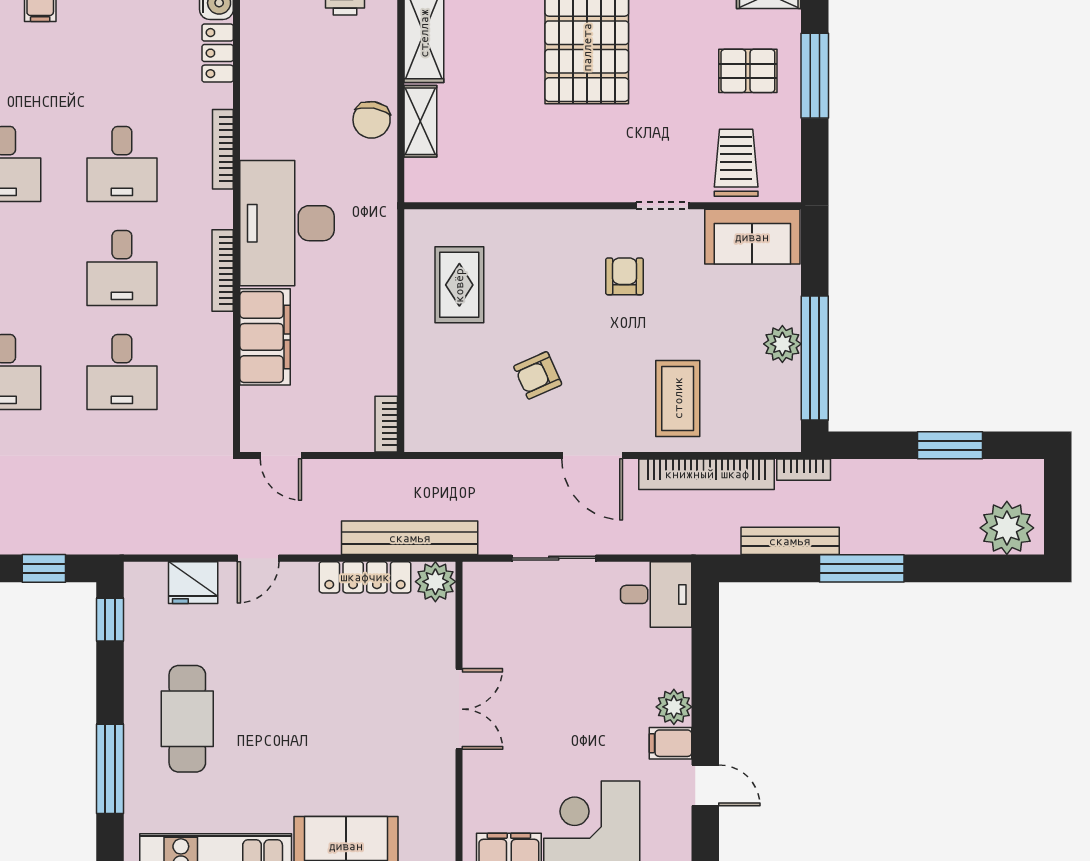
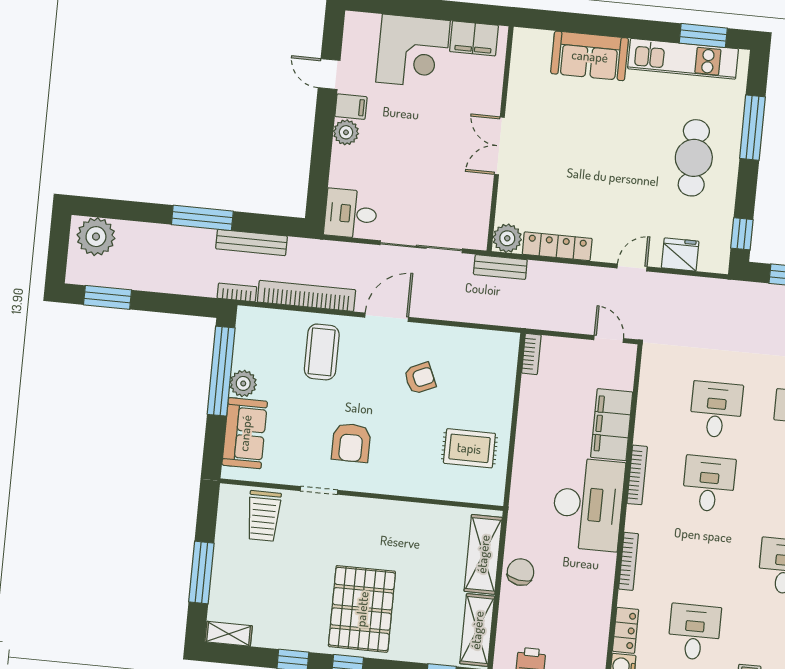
pallet: (748, 71) -> (249, 581), removed
shelving: (420, 121) -> (483, 554), width x1.50, depth x1.33
desk: (122, 164) -> (694, 632), moved
sofa: (752, 237) -> (245, 433), moved, turned 90
armchair: (624, 276) -> (351, 443), width x1.38, depth x1.38
rug: (459, 285) -> (469, 448), turned 90
window: (950, 445) -> (108, 297), moved
door: (592, 455) -> (387, 317), hinge flipped
bench: (410, 538) -> (500, 267), width x0.54, depth x0.82
sliding door: (554, 558) -> (421, 247), width x1.37

